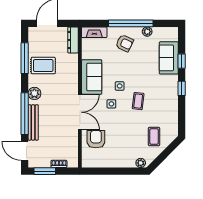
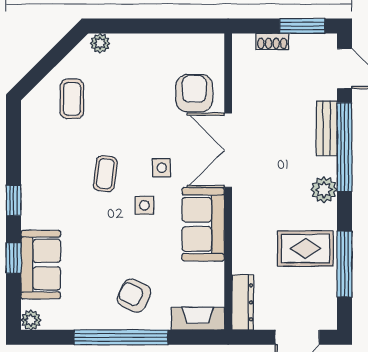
plant: (147, 32) -> (31, 320), moved
bench: (33, 122) -> (327, 128), width x0.73
armchair: (96, 139) -> (194, 93), turned 180

